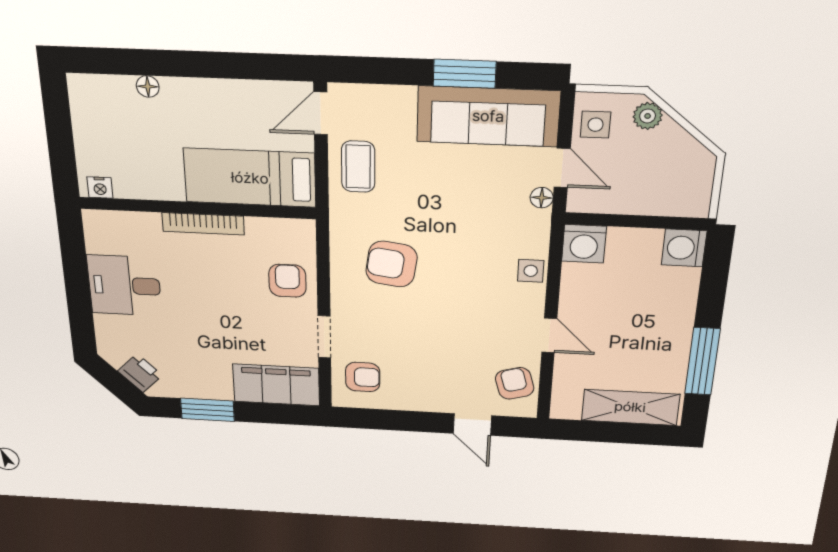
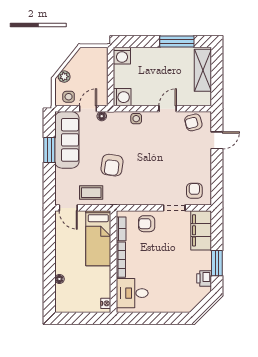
bookcase: (274, 227) -> (121, 229), added
armchair: (391, 264) -> (112, 165), moved
desk: (124, 285) -> (132, 293), moved, turned 90
printer: (140, 373) -> (204, 278), moved, turned -45

